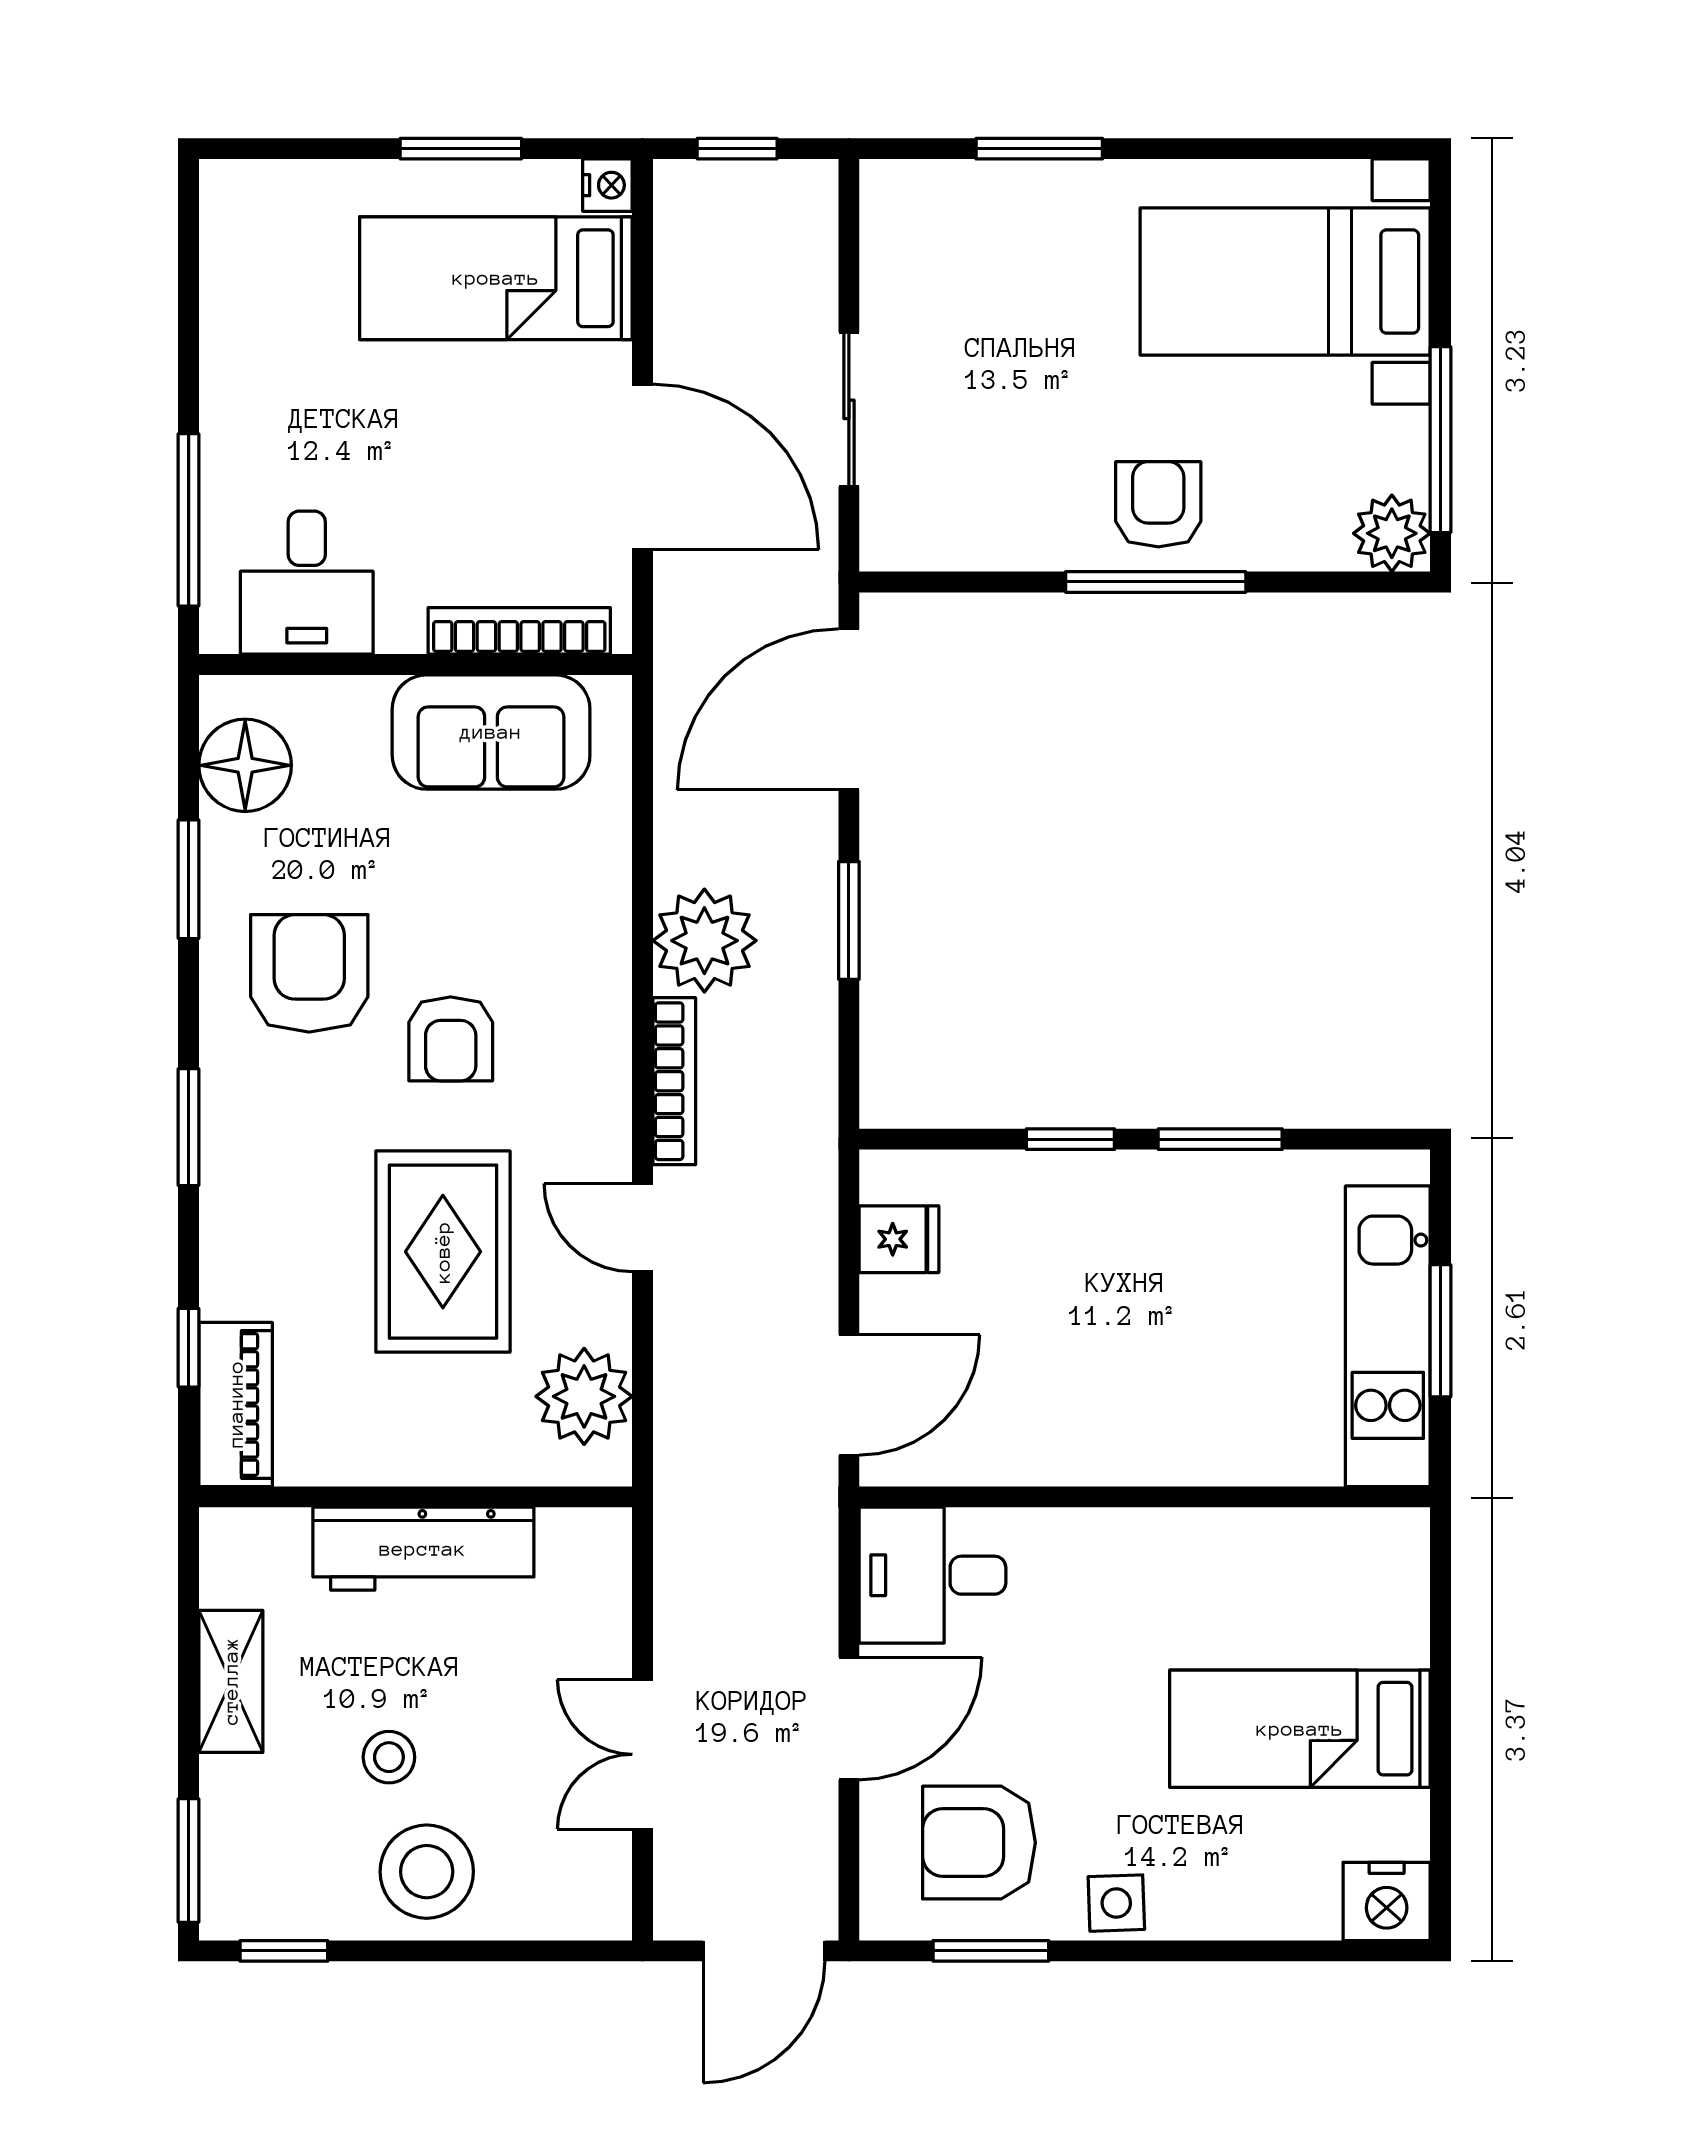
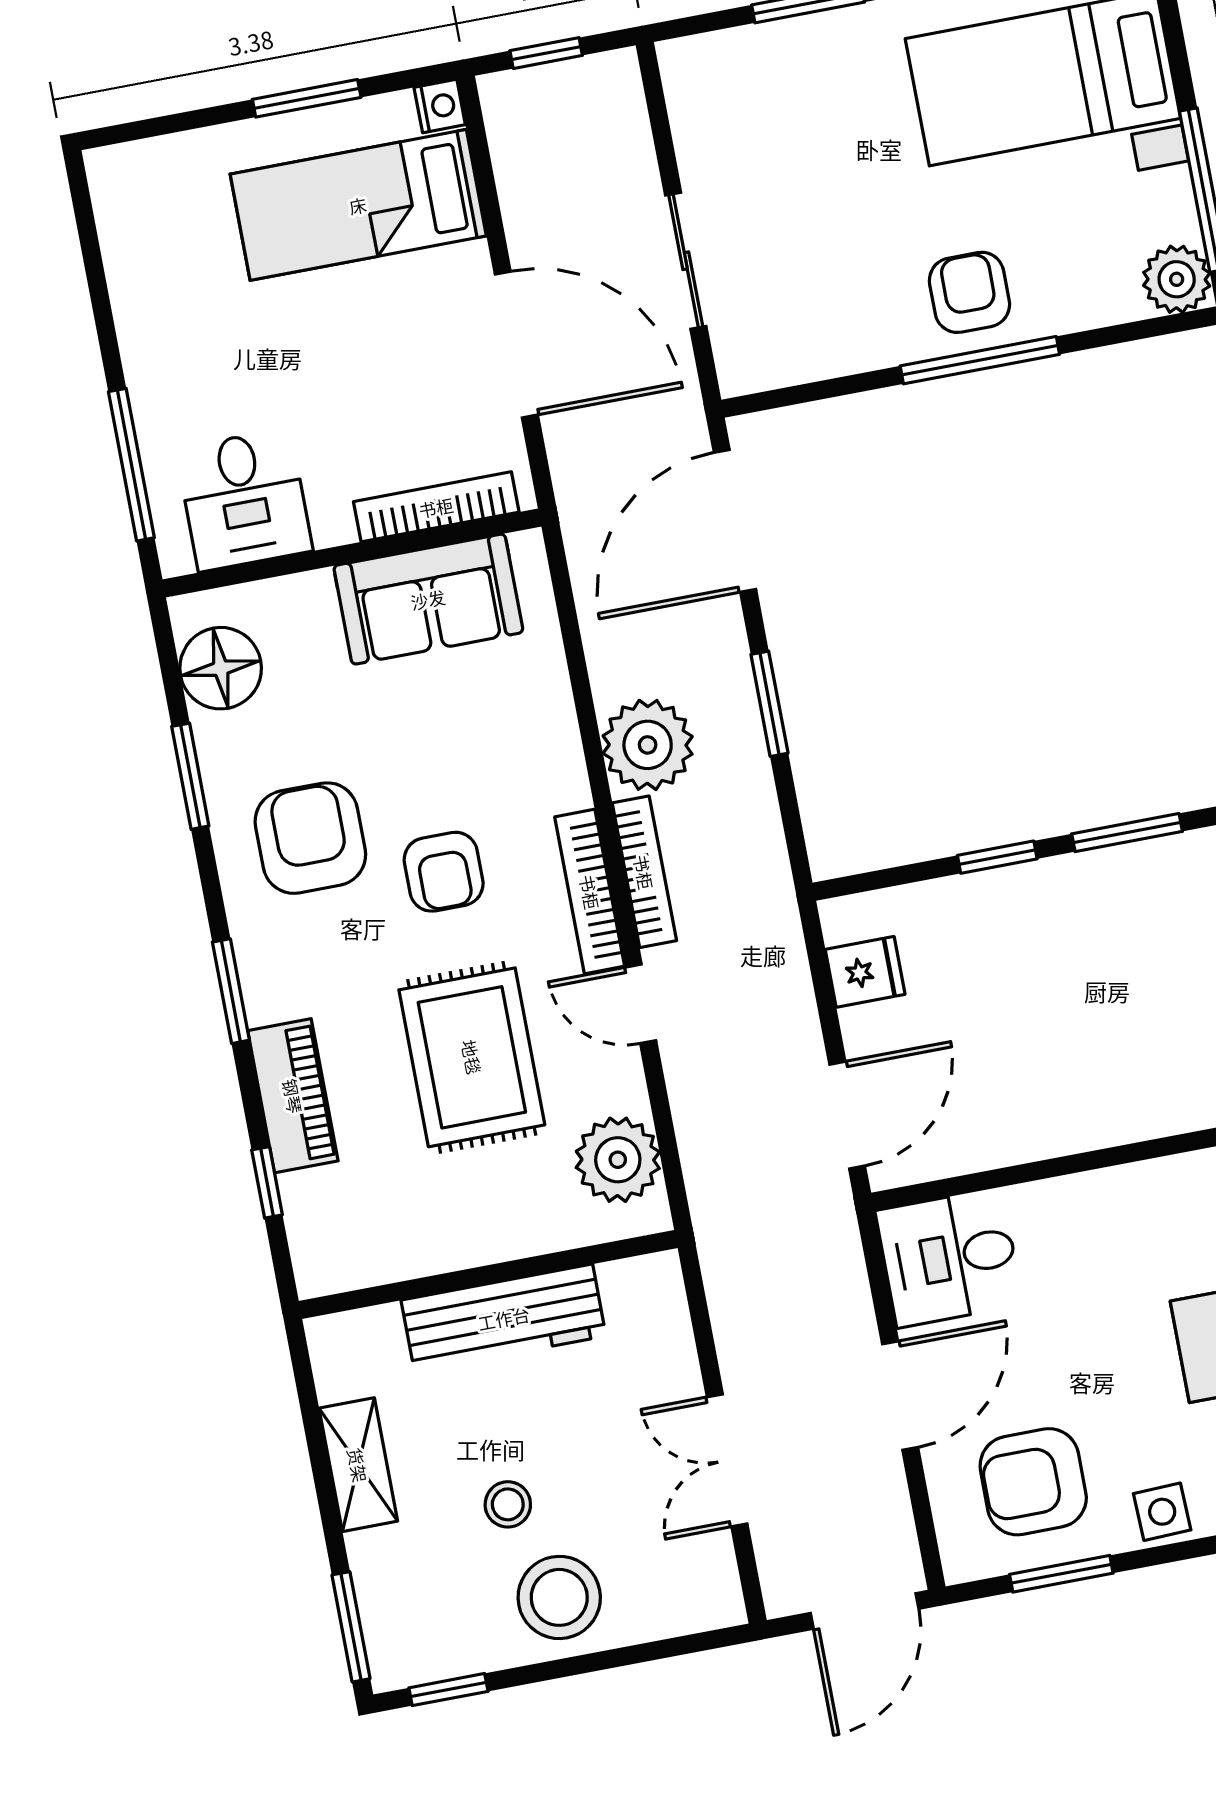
bookcase: (609, 1092) -> (590, 892), added
piano: (236, 1404) -> (293, 1096), moved

